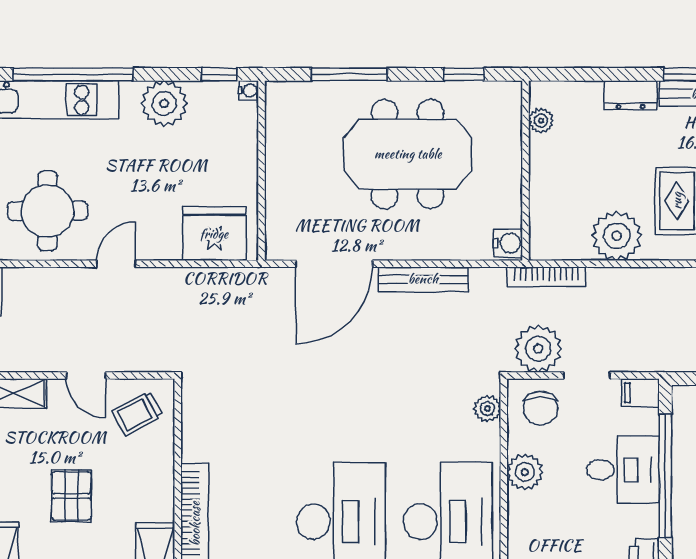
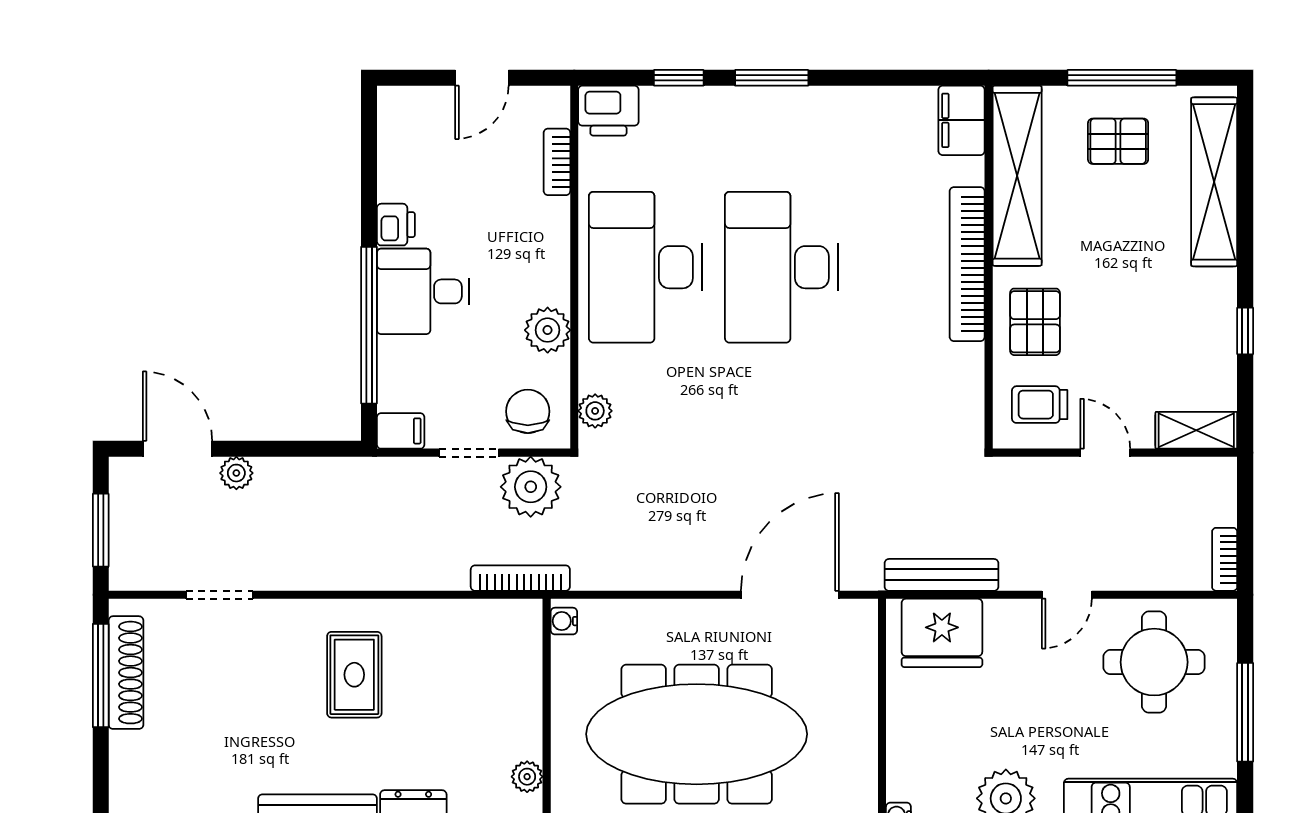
meeting table: (408, 154) -> (697, 734), width x1.36
plant: (617, 236) -> (431, 630), removed
water cooler: (508, 243) -> (564, 621), width x0.72, depth x0.72
bench: (423, 279) -> (941, 575), moved
trolley: (138, 413) -> (1040, 405), turned -152
desk: (623, 470) -> (423, 291), moved
pallet: (71, 496) -> (1035, 322), moved

